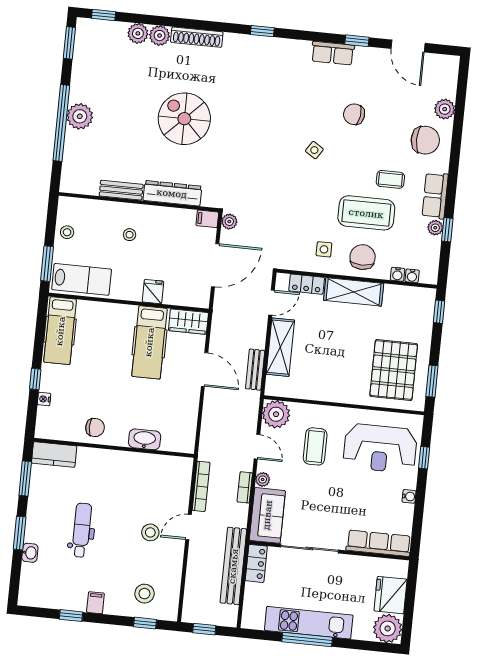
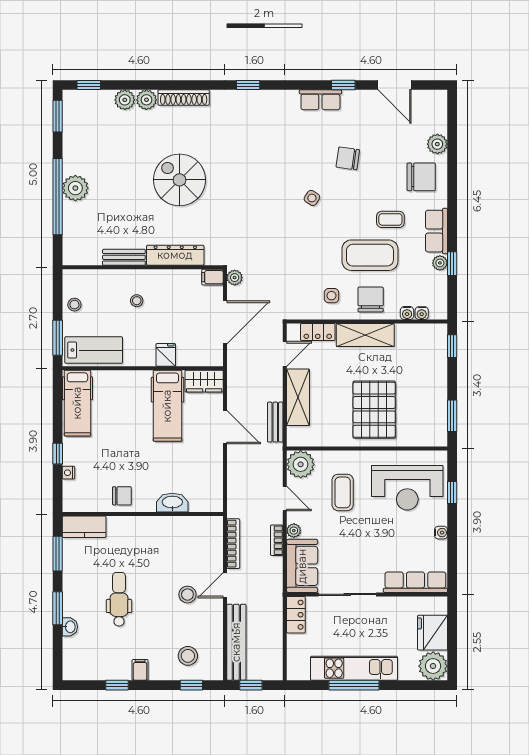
pallet: (394, 370) -> (374, 410), moved
bench: (233, 566) -> (236, 642), moved

